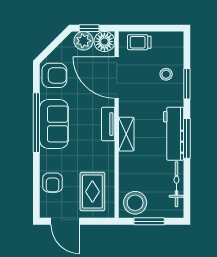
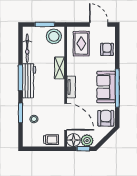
armchair: (54, 75) -> (106, 118), turned 90
shelving: (126, 134) -> (60, 68), moved

